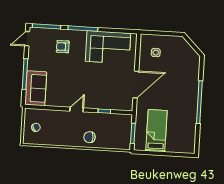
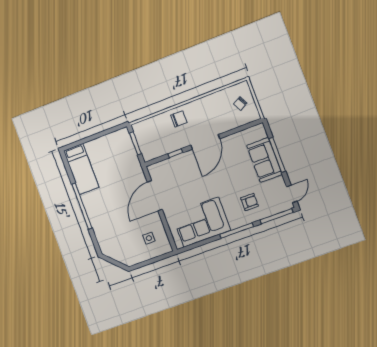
sofa: (36, 88) -> (264, 160), moved
door: (77, 110) -> (205, 142), width x1.88
bed: (156, 131) -> (81, 169), moved

